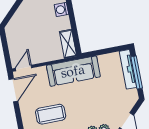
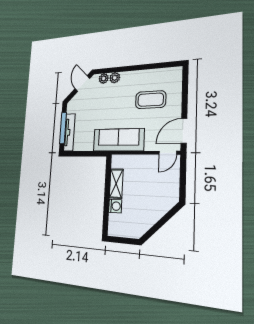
shelving: (68, 44) -> (116, 184), moved

